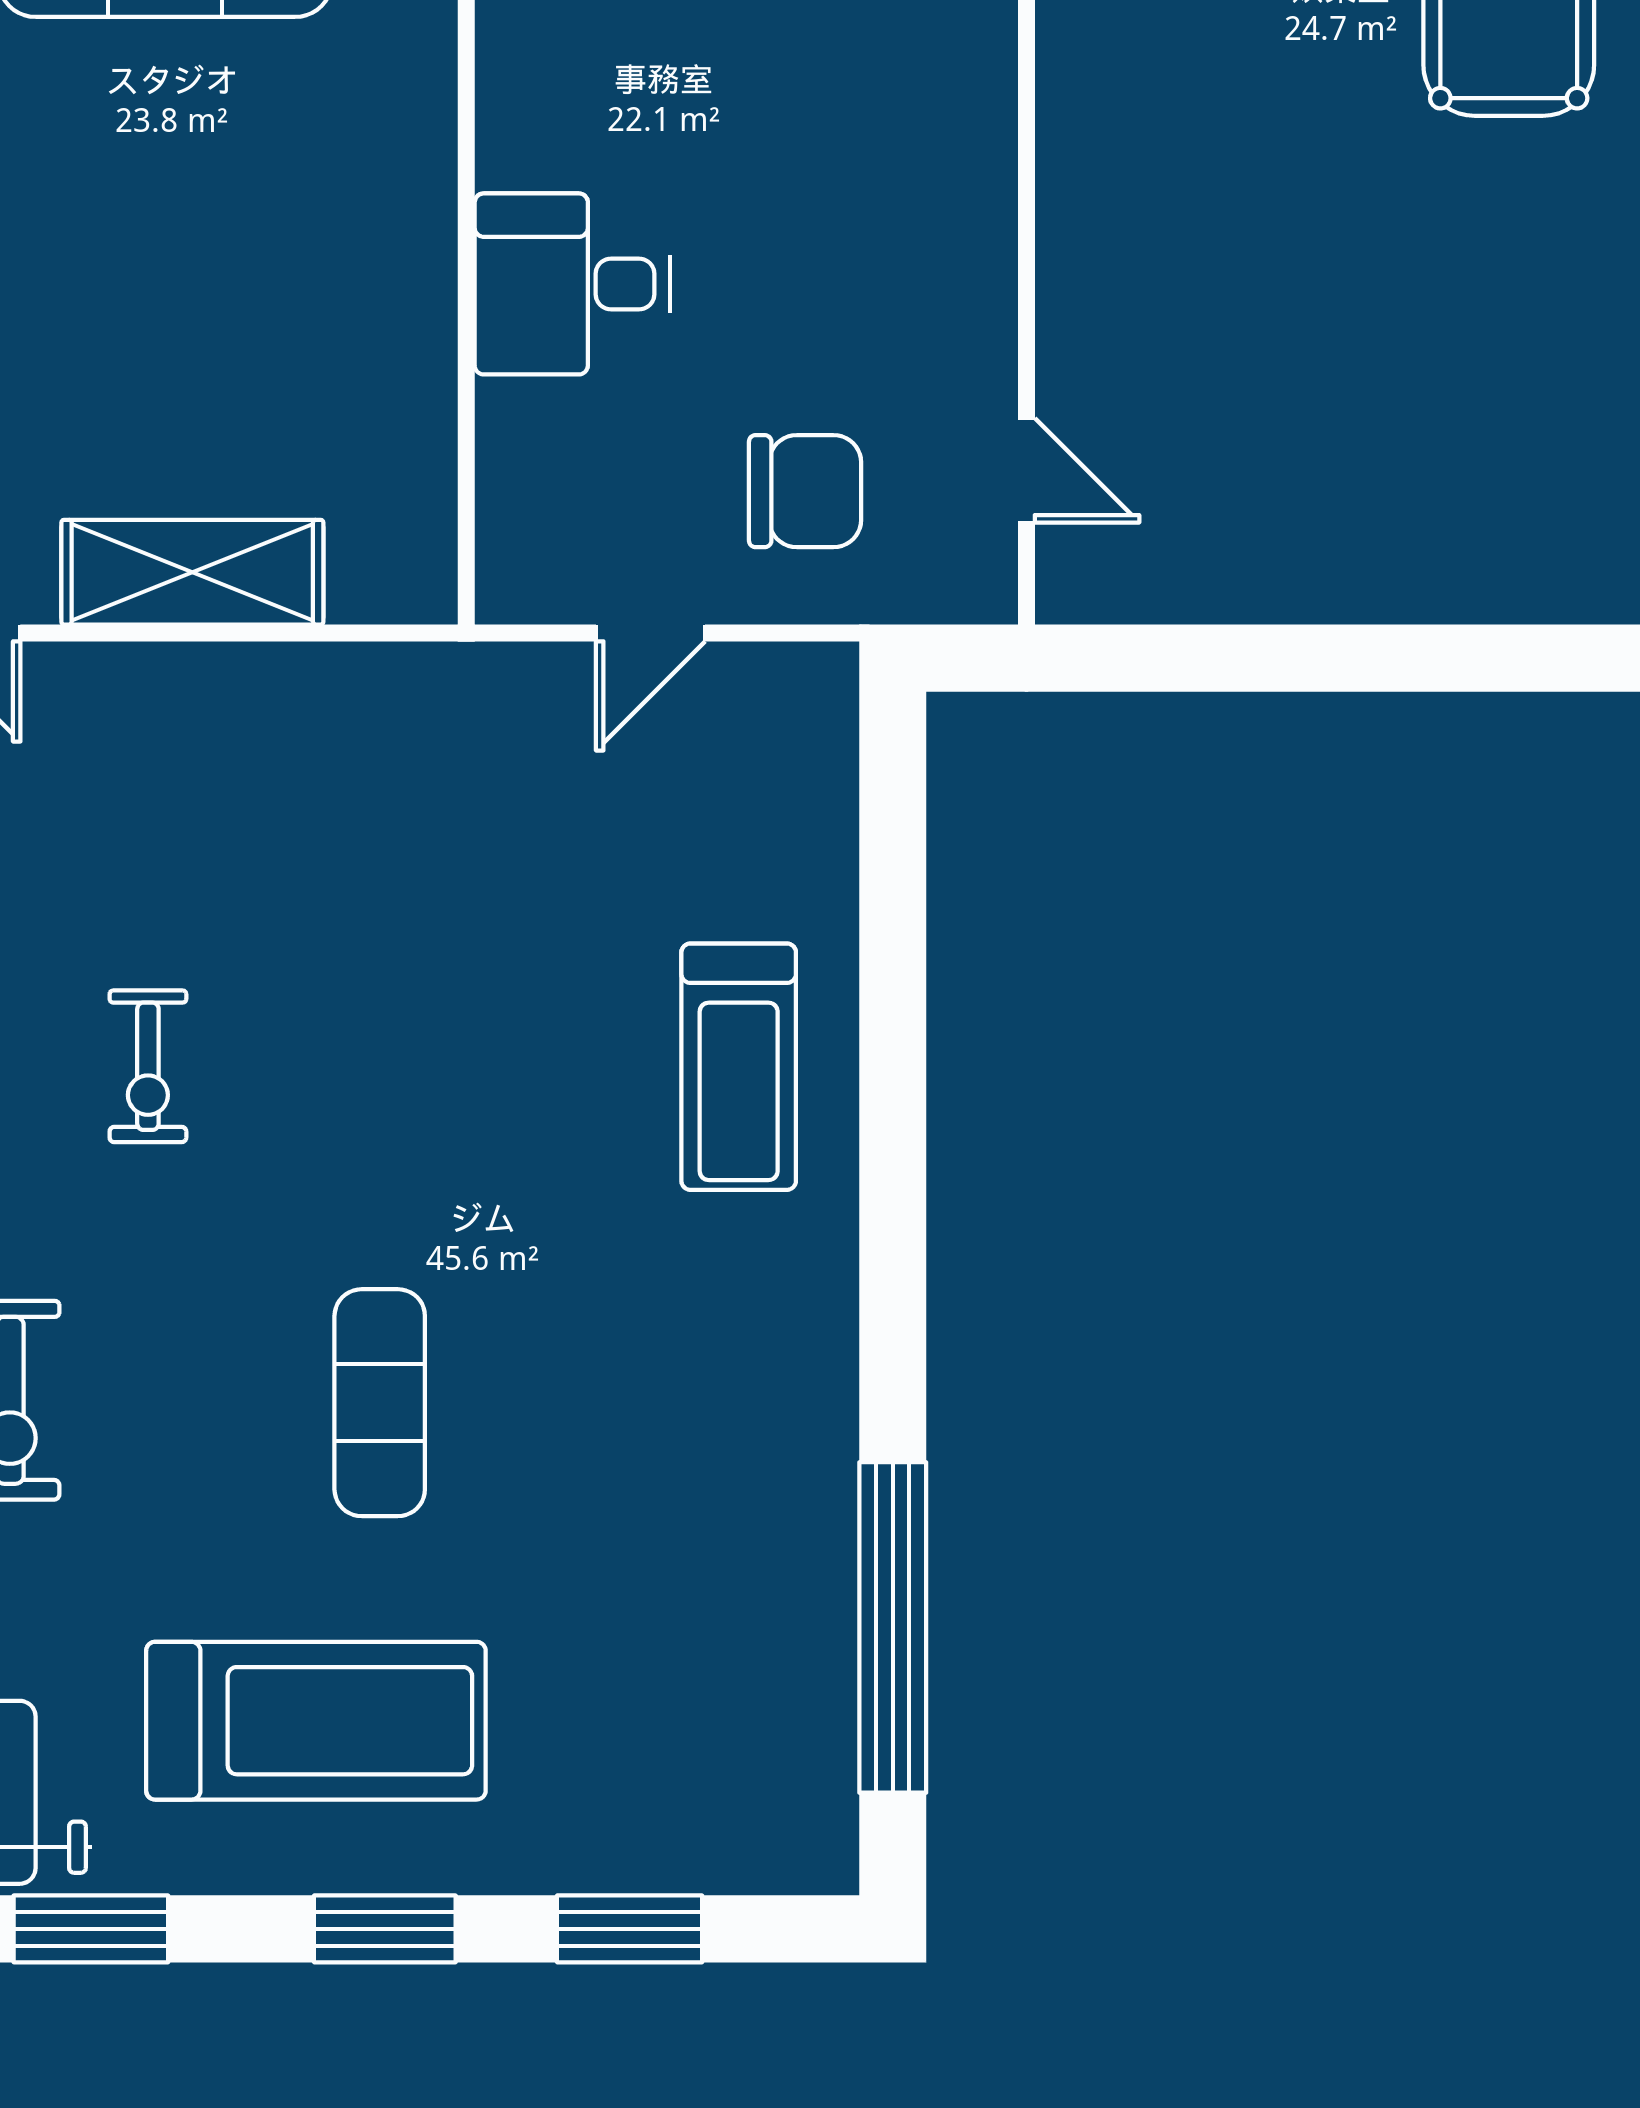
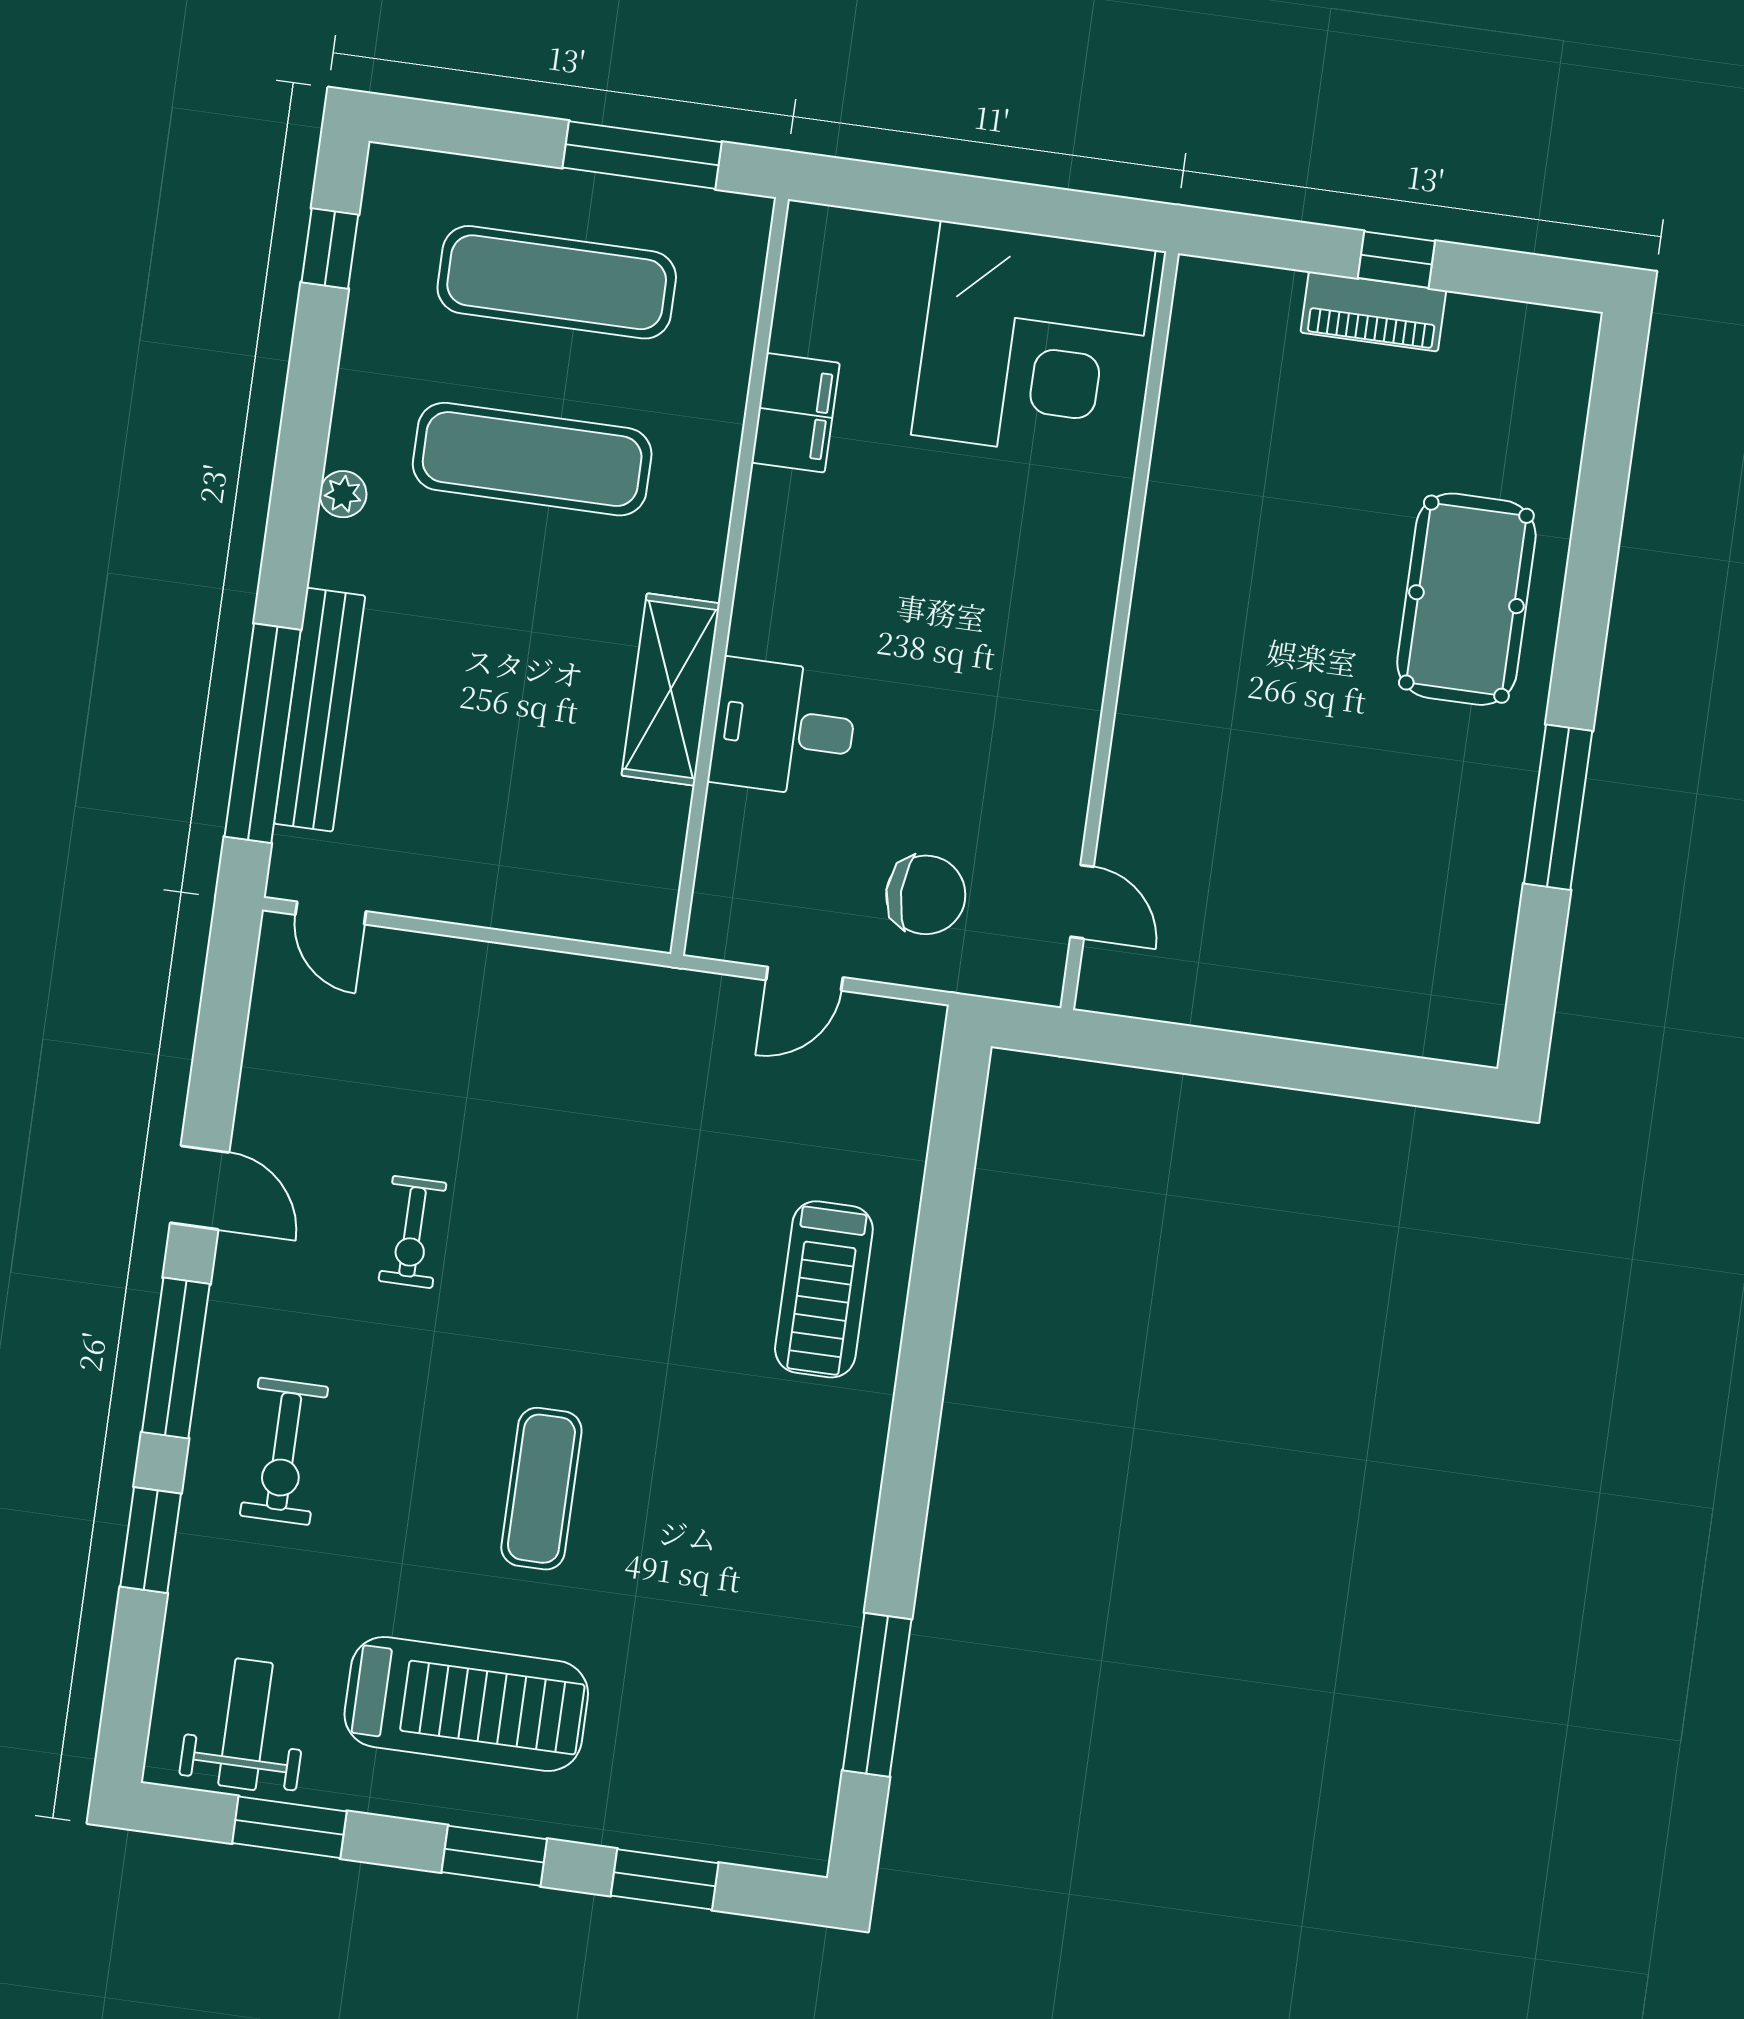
shelving: (192, 572) -> (671, 689), moved, turned 90
window: (893, 1627) -> (877, 1695), width x0.68

